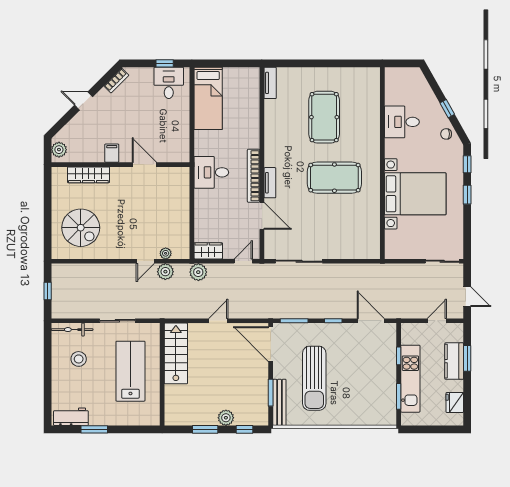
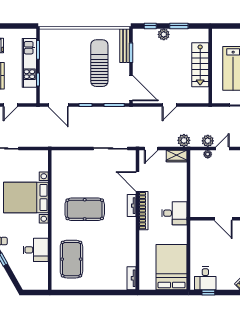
bed: (208, 98) -> (172, 267), width x1.50
pool table: (324, 117) -> (71, 259), moved
stairs: (176, 353) -> (200, 65), moved

